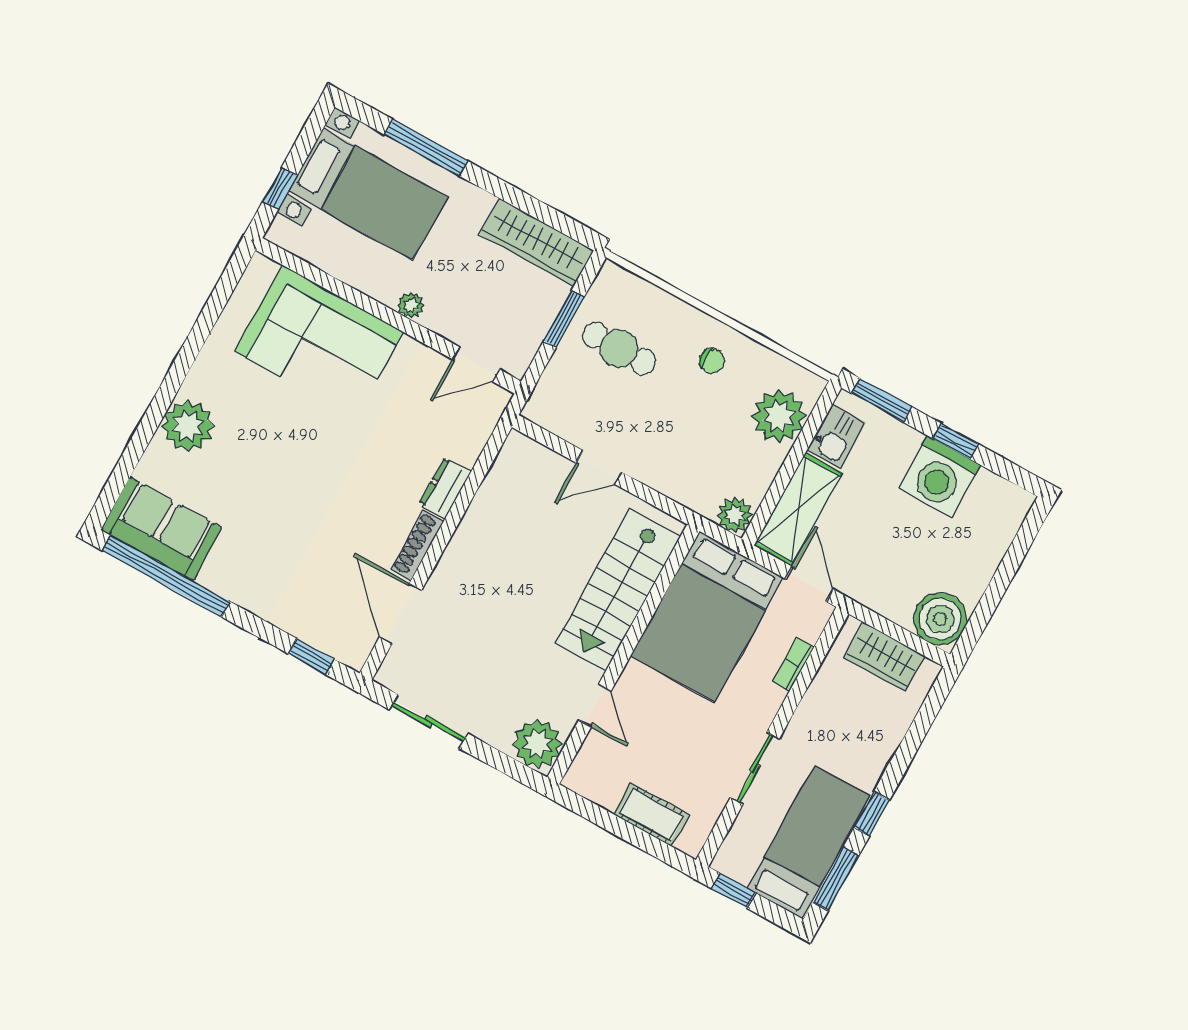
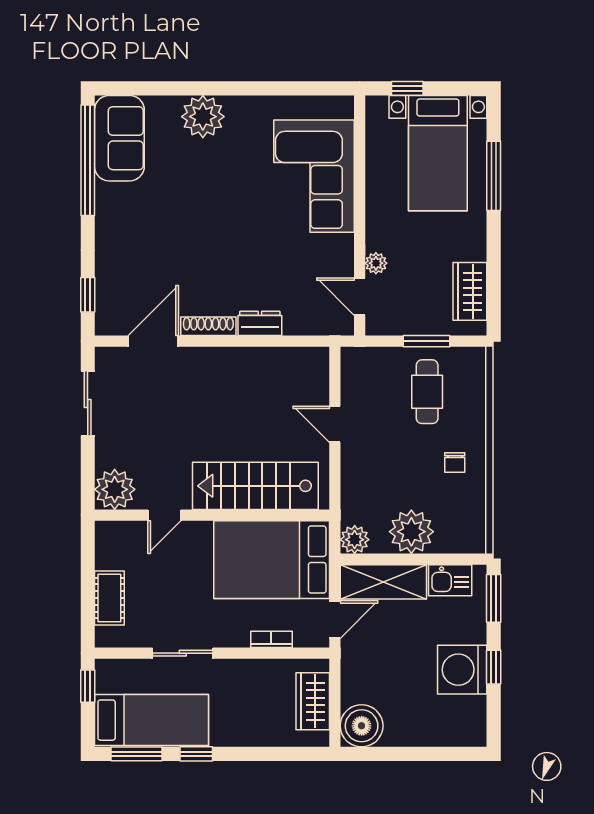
wardrobe: (536, 242) -> (470, 291), width x0.67
plant: (411, 305) -> (376, 263), moved
plant: (779, 416) -> (411, 532), moved

